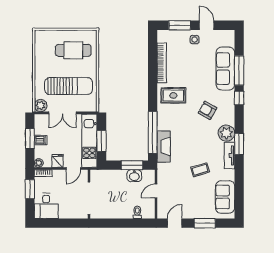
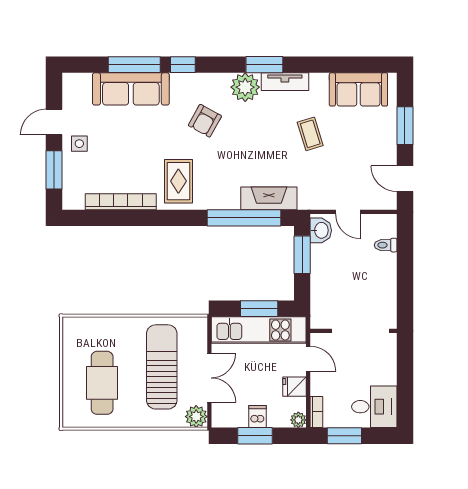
cafe table: (73, 50) -> (102, 383), moved
washbasin: (134, 176) -> (321, 230), moved

